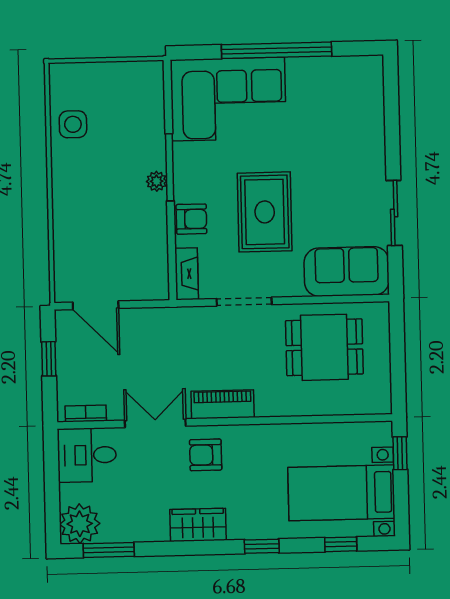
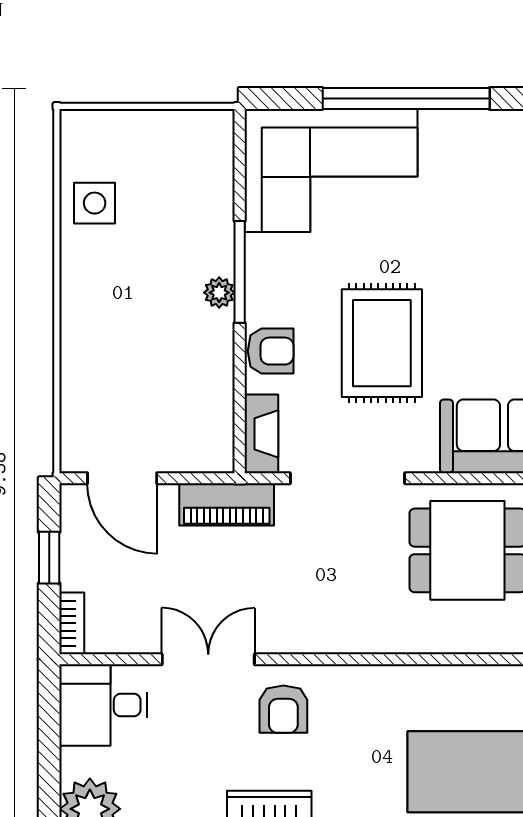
doorway: (244, 302) -> (347, 478), width x1.36
piano: (223, 404) -> (227, 504), moved, turned 180
bookcase: (86, 413) -> (72, 623), moved, turned 90
armchair: (206, 455) -> (283, 709), turned -90

